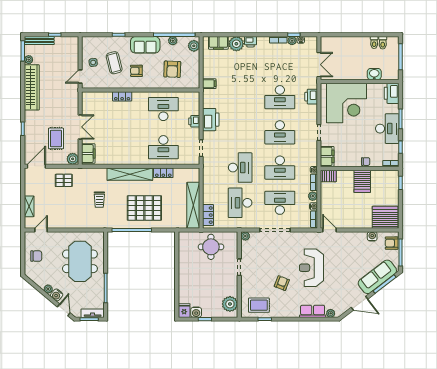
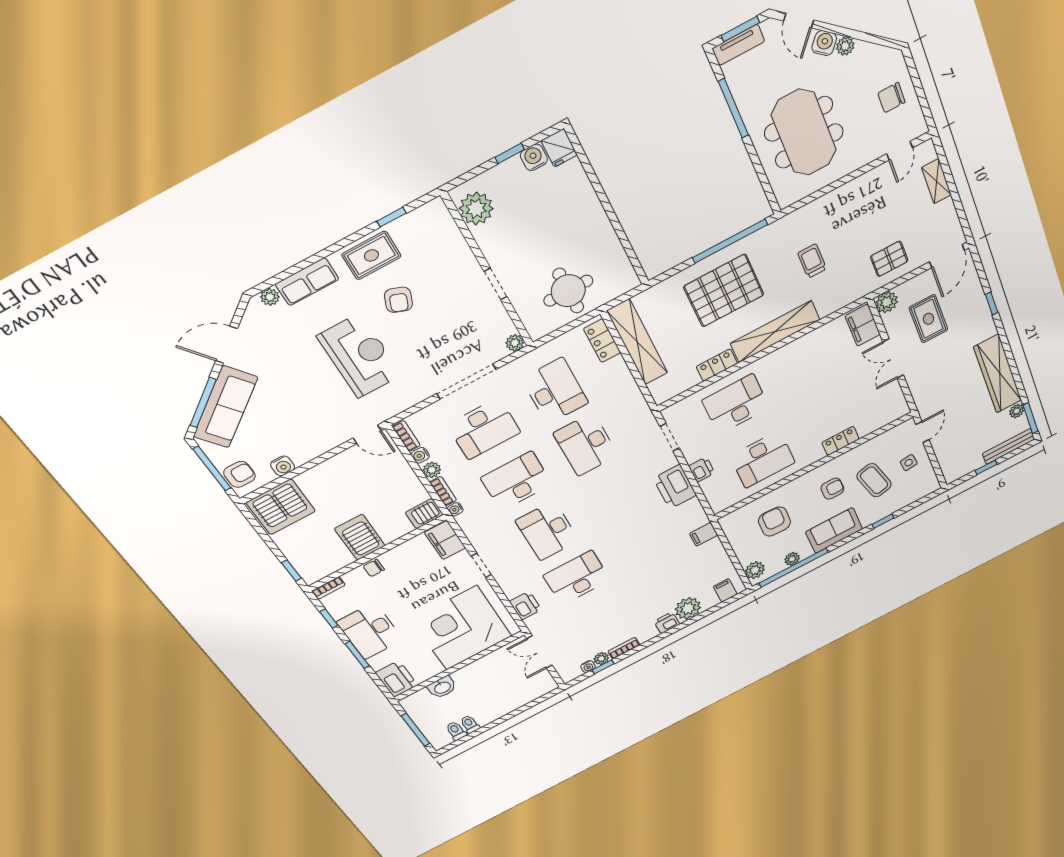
filing cabinet: (218, 43) -> (725, 590), width x0.50
desk: (280, 132) -> (547, 531), turned -90
rug: (259, 305) -> (371, 255), moved

